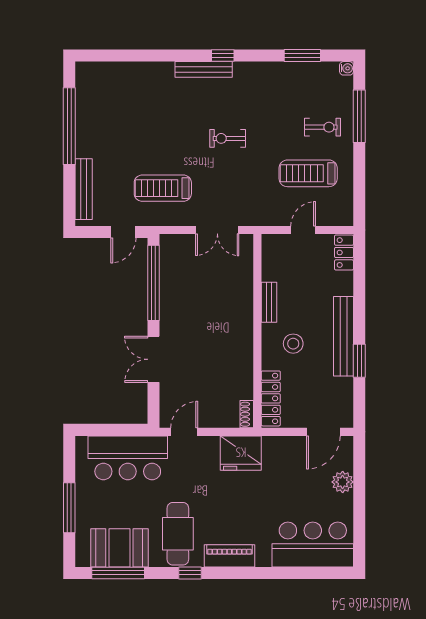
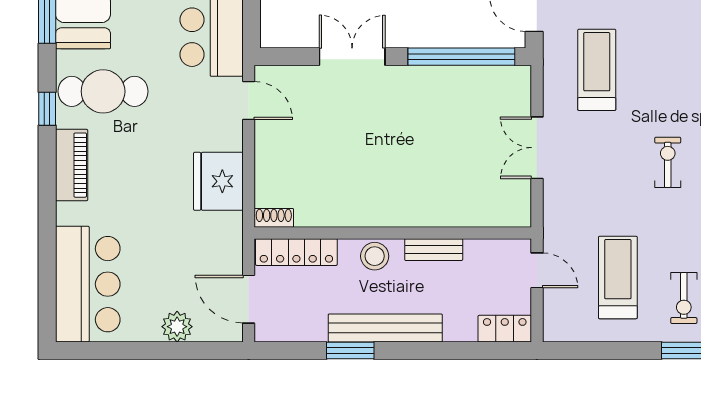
bench: (269, 302) -> (434, 250), moved
wall: (257, 331) -> (393, 233), moved
locker: (271, 398) -> (296, 252), moved
shoe rack: (247, 414) -> (274, 218), moved

